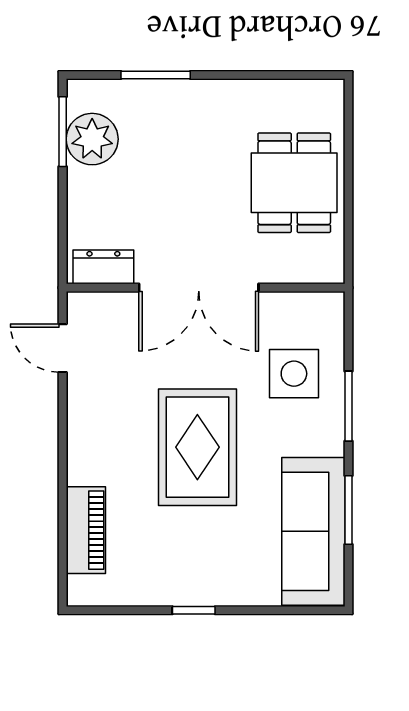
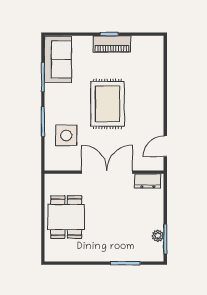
plant: (92, 139) -> (158, 236), width x0.53, depth x0.53
door: (63, 348) -> (165, 146), swing flipped
piano: (86, 530) -> (112, 44), moved, turned -90
sofa: (313, 531) -> (58, 59), width x0.73

